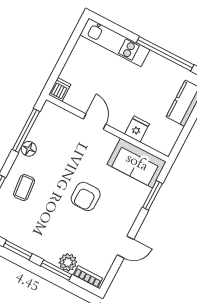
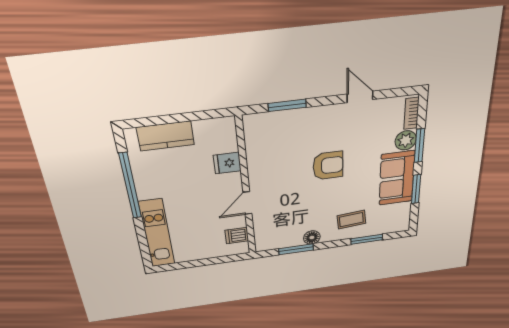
dishwasher: (60, 90) -> (237, 236), moved
window: (26, 131) -> (296, 249), width x0.69
sofa: (137, 163) -> (397, 178), moved, turned 180

